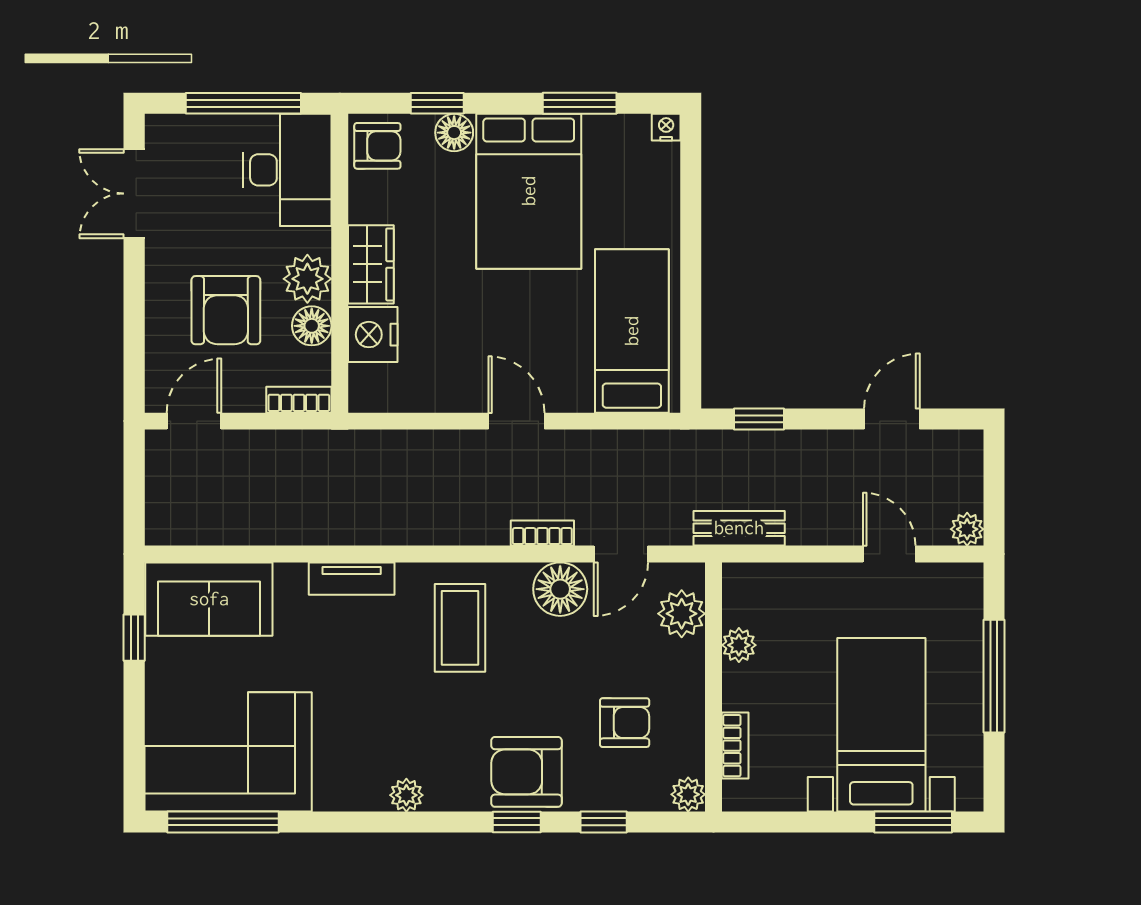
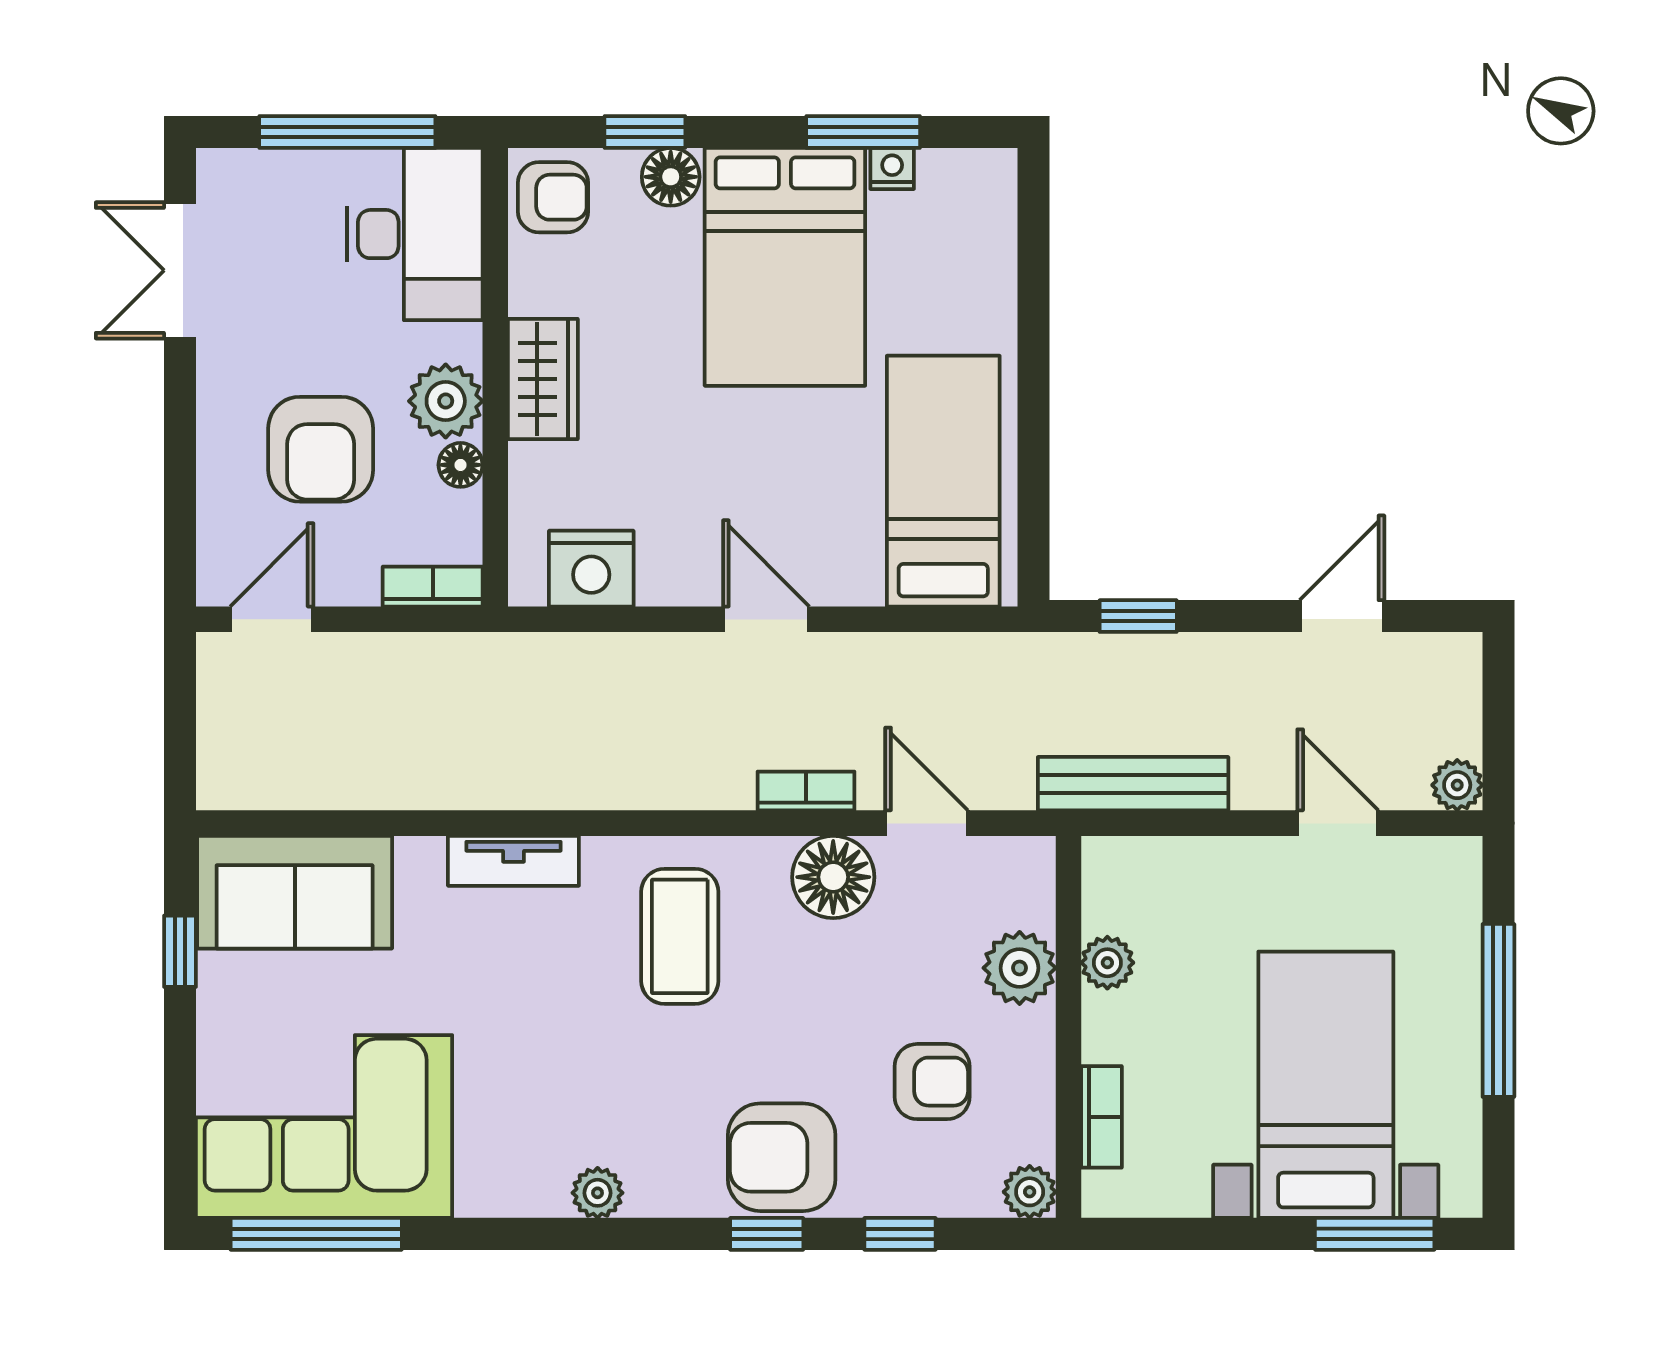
nightstand: (666, 127) -> (892, 168), moved
floor lamp: (312, 326) -> (460, 465), width x0.73, depth x0.73
nightstand: (373, 335) -> (591, 569), moved, turned -90
bench: (739, 528) -> (1133, 784), width x1.36
door: (621, 554) -> (927, 823), swing flipped
plant: (682, 614) -> (1020, 968), moved

